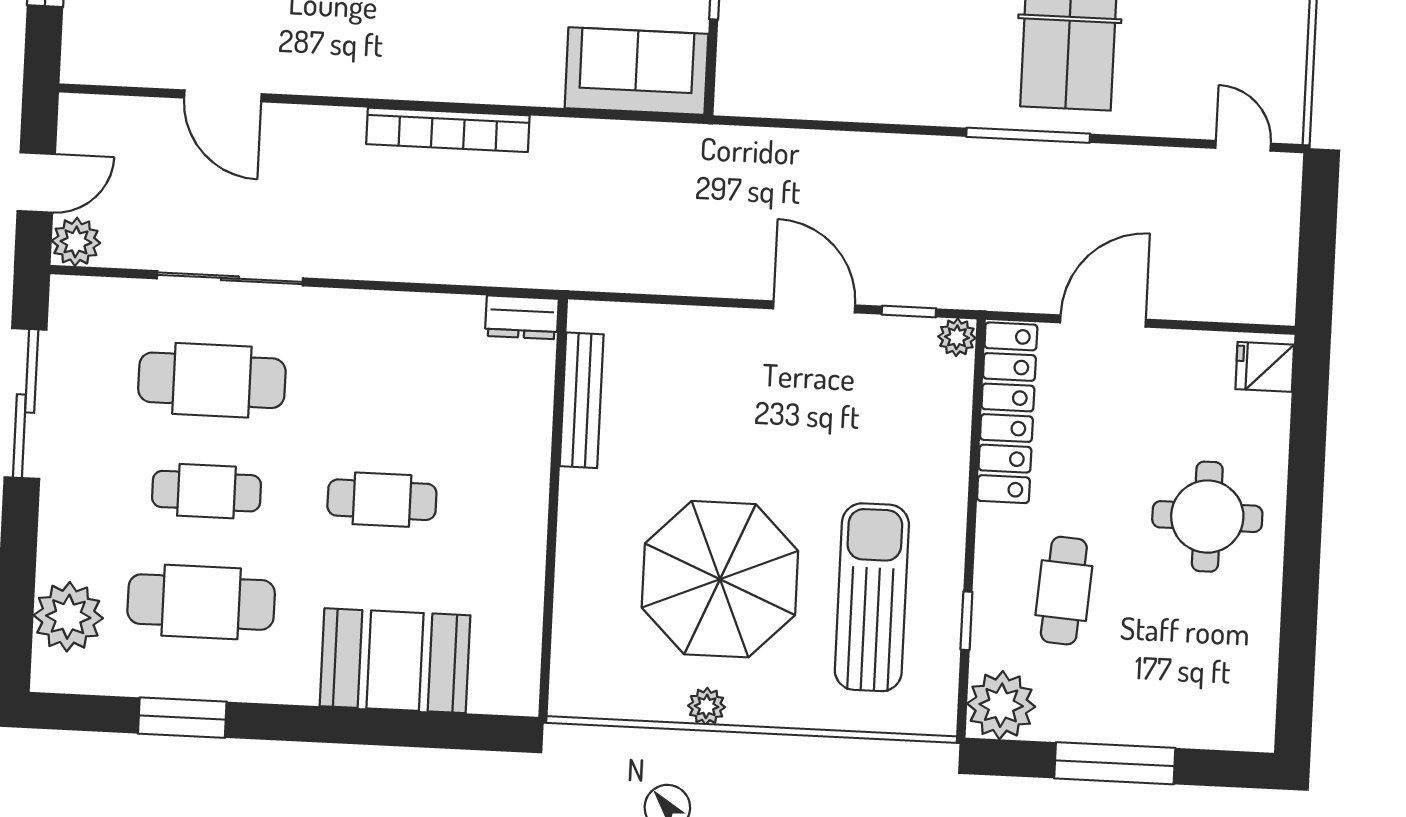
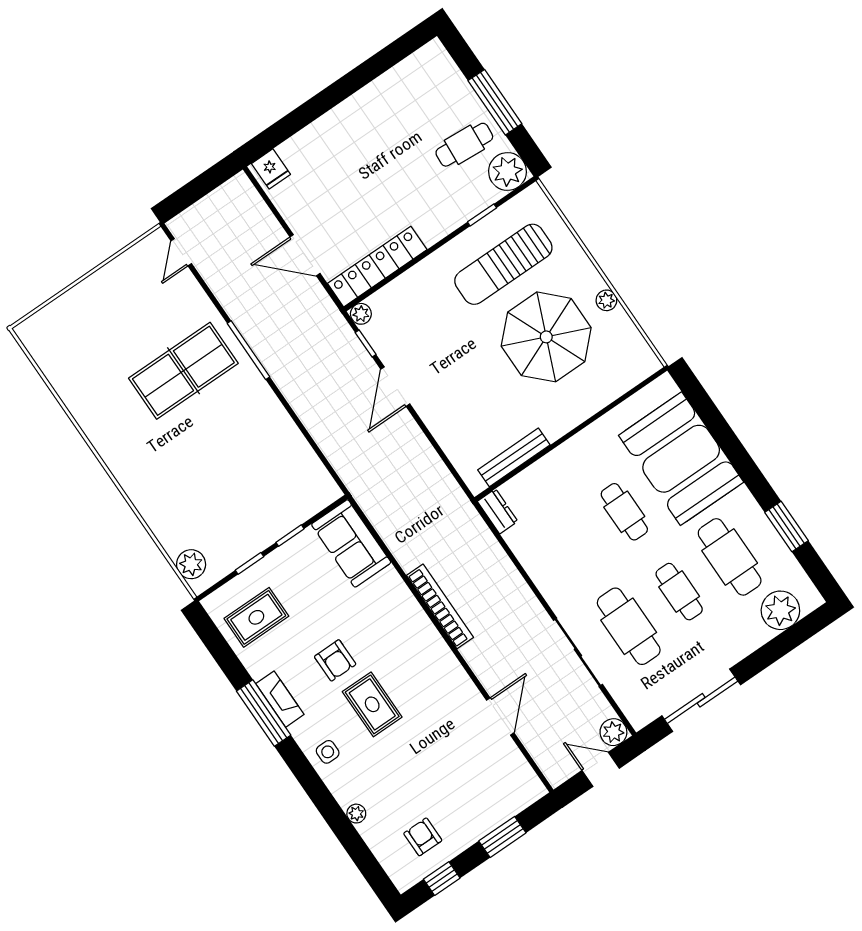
round table: (1207, 517) -> (356, 144), removed
cafe table: (1064, 591) -> (464, 145), moved
booth: (395, 661) -> (681, 459), width x1.36, depth x1.42

